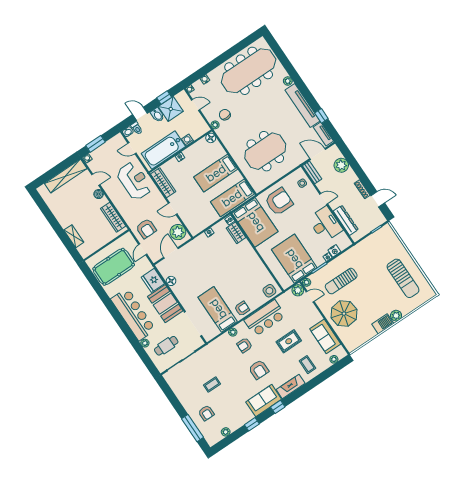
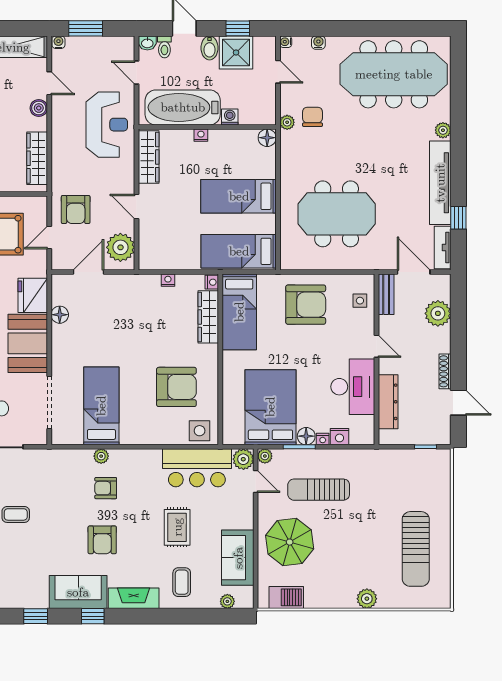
bed: (255, 222) -> (239, 312), width x0.67
wardrobe: (236, 233) -> (208, 317), width x1.50
floor lamp: (319, 261) -> (306, 436), added
armchair: (242, 309) -> (176, 387), moved, width x1.88, depth x1.88
bar counter: (265, 318) -> (197, 468), moved
barbecue: (383, 324) -> (286, 597), moved
rug: (289, 341) -> (177, 527), turned 90

